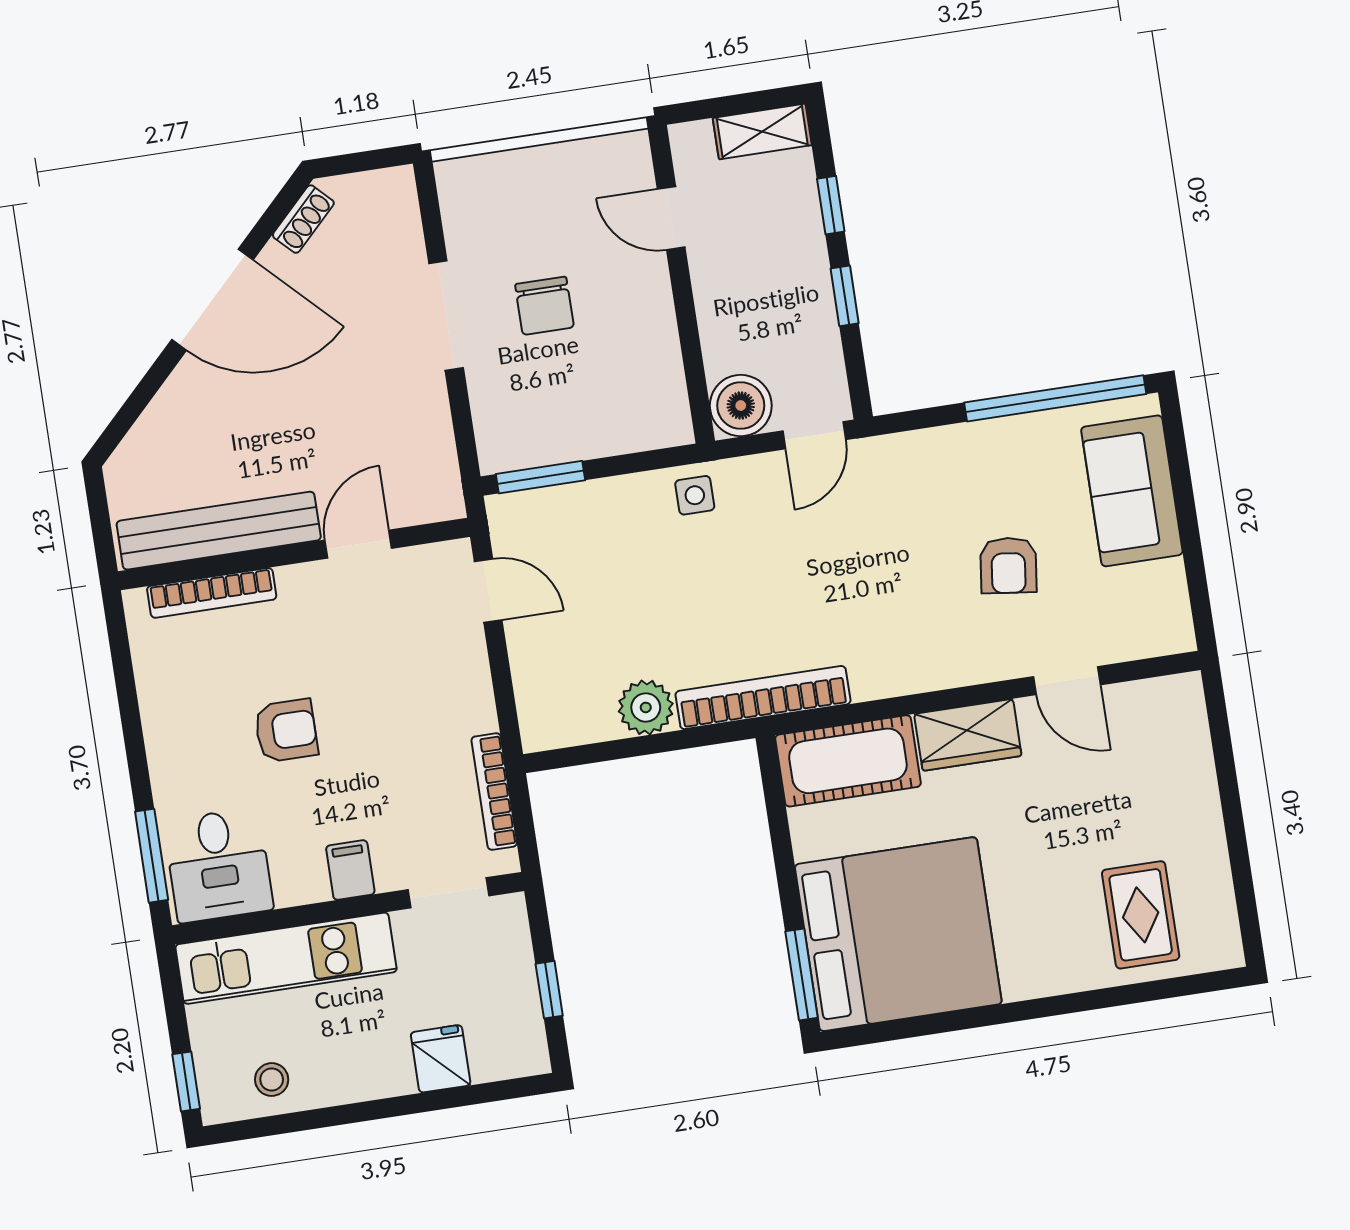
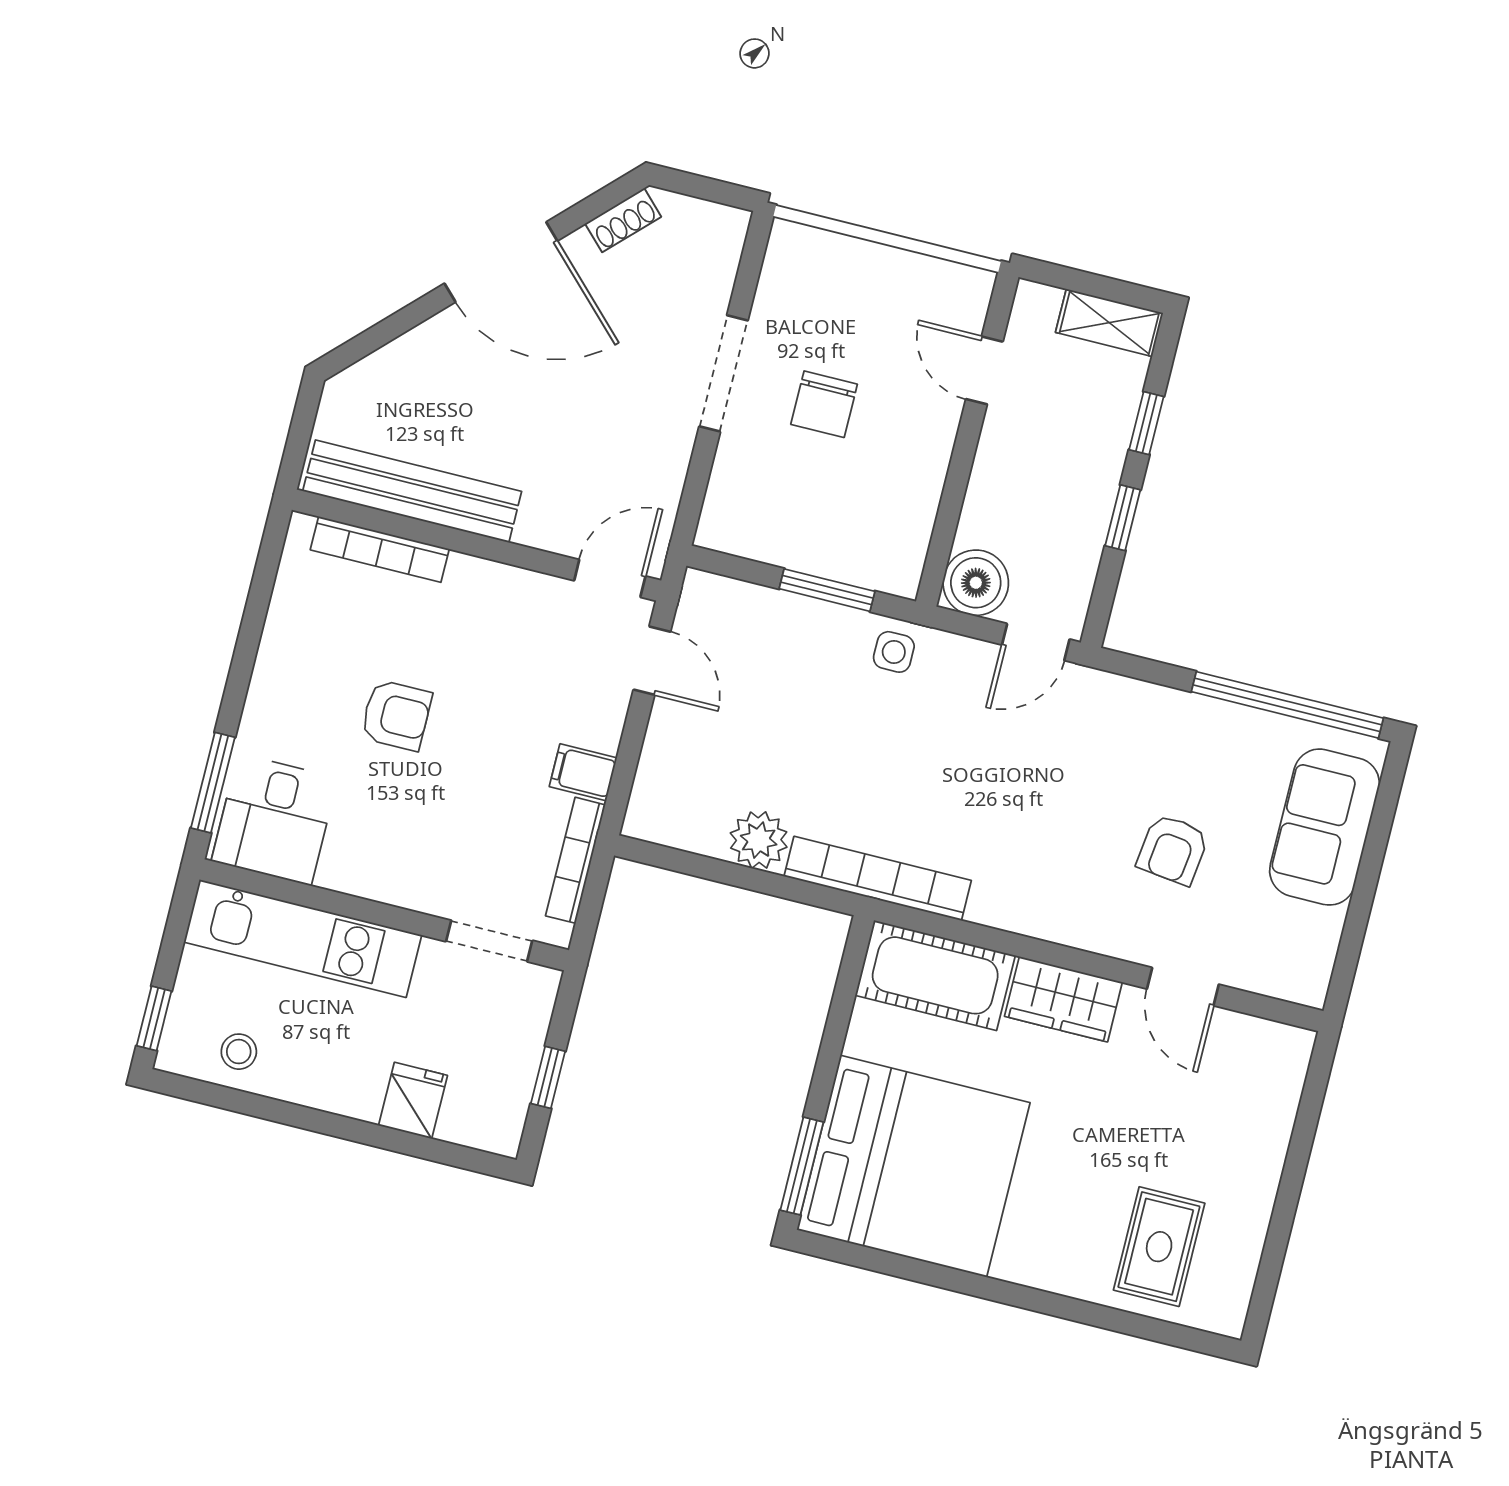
window: (540, 477) -> (827, 590), moved
door: (358, 544) -> (610, 578), moved
filing cabinet: (350, 870) -> (583, 772), moved, turned -90

